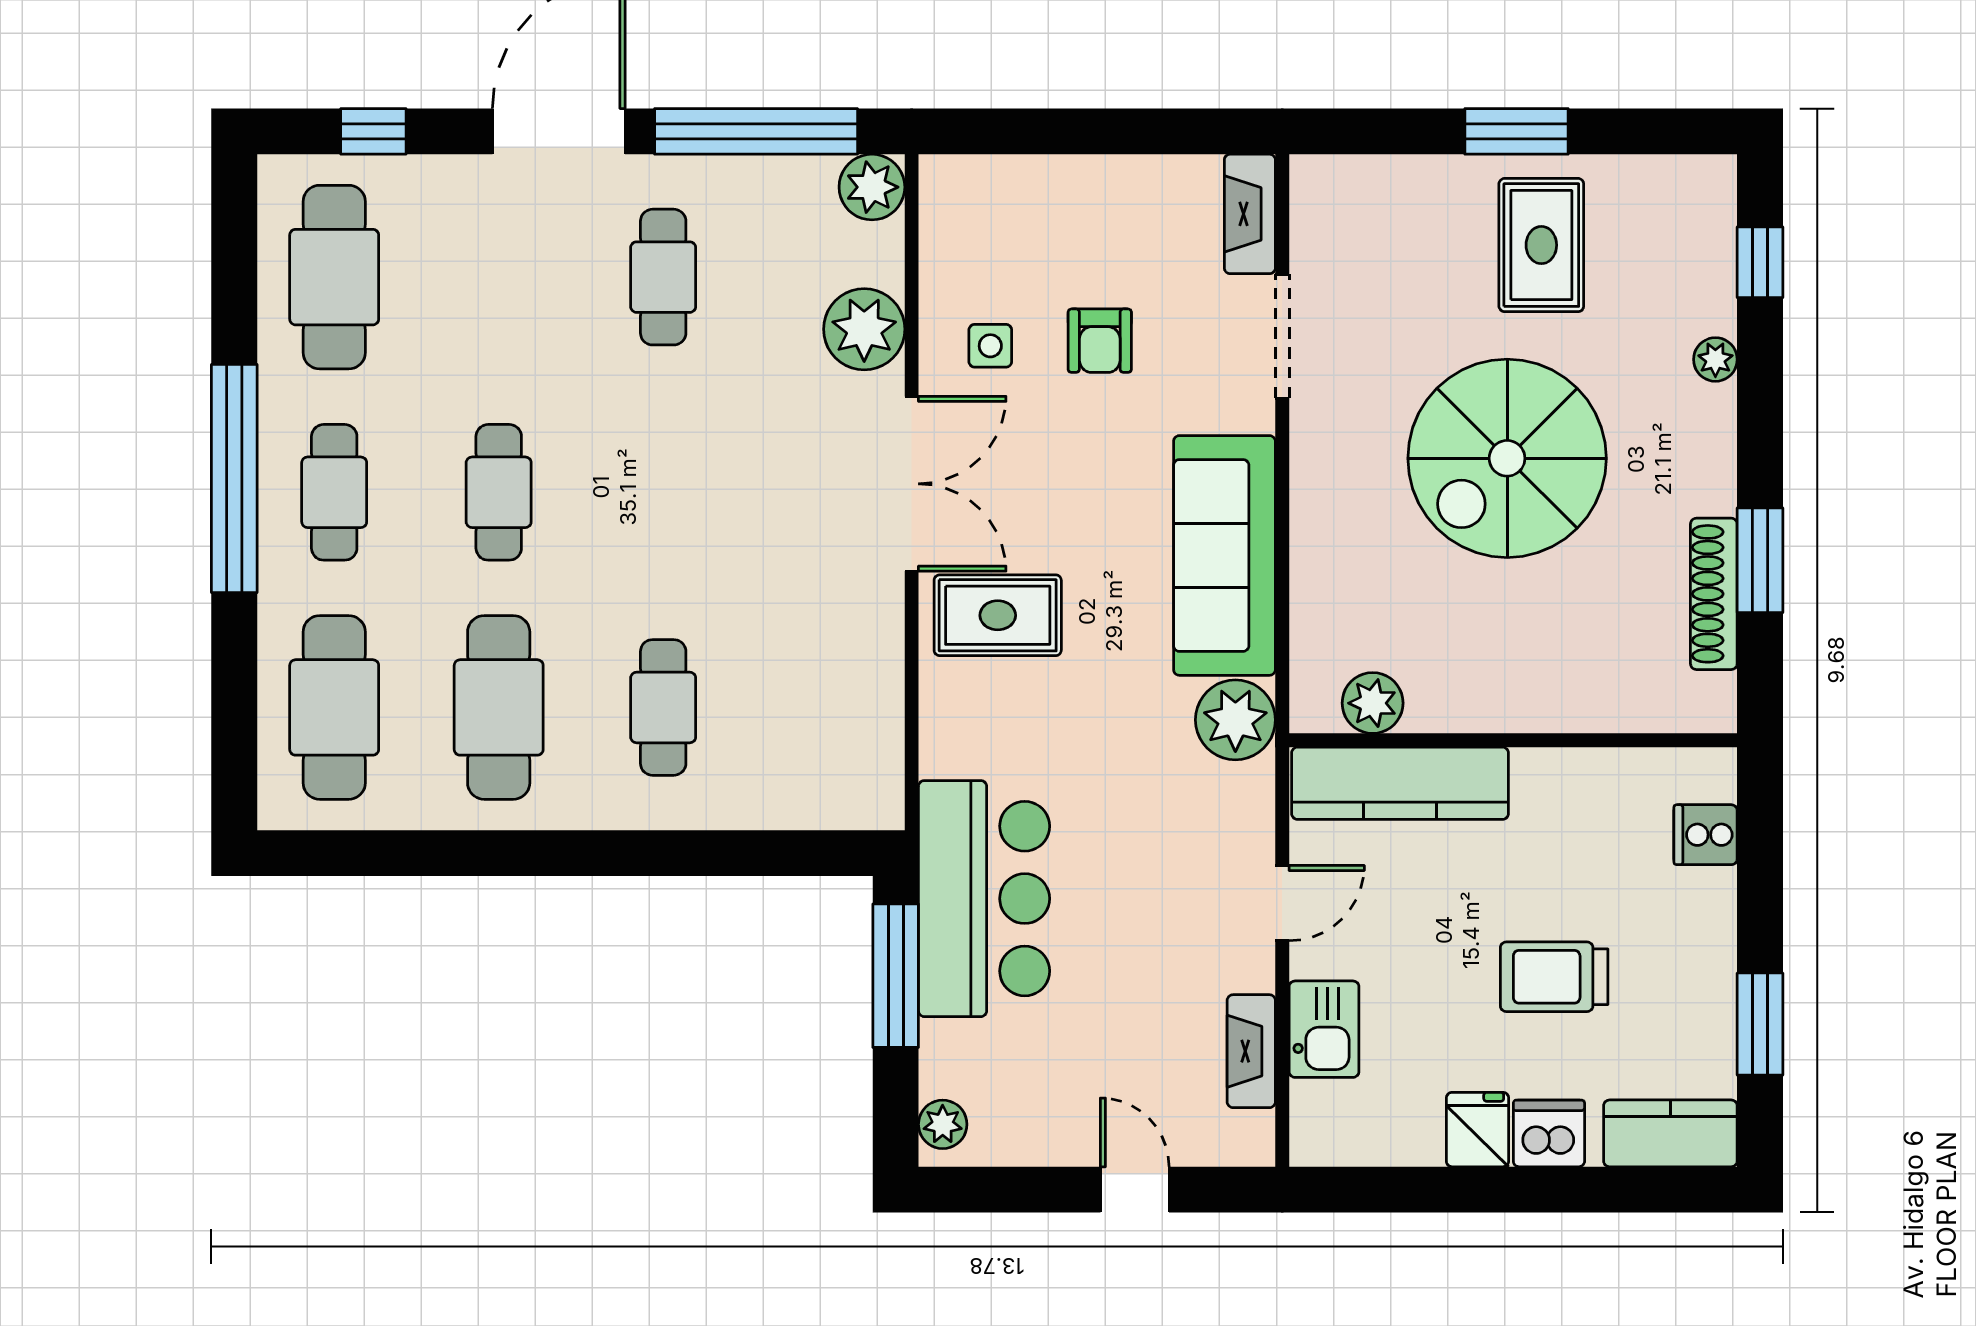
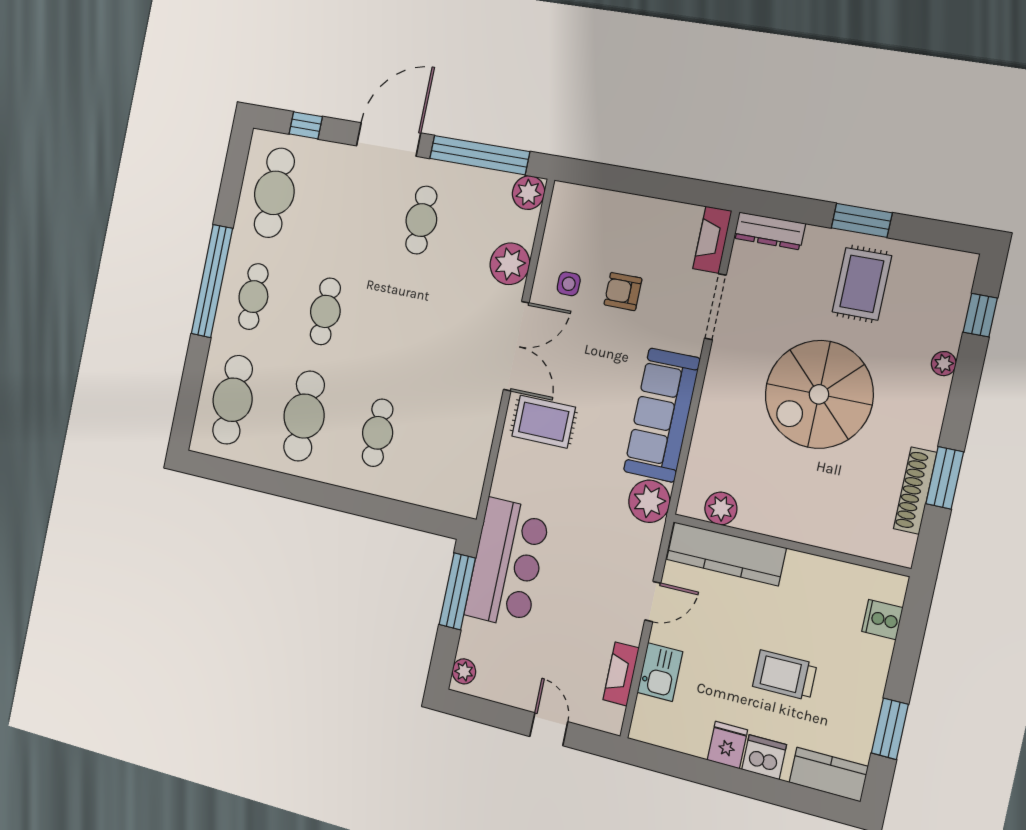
dresser: (1353, 179) -> (769, 231), added
armchair: (1100, 341) -> (623, 291), turned 90

